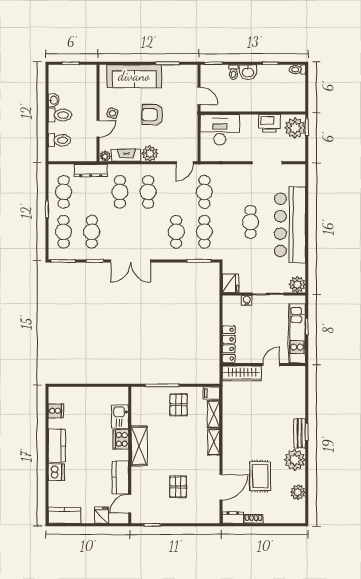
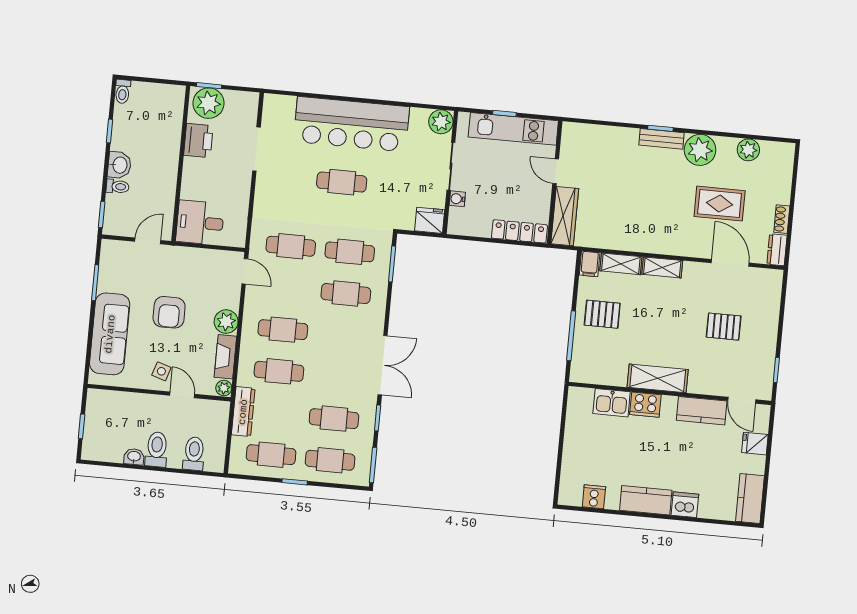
desk: (220, 130) -> (200, 223), width x0.73

